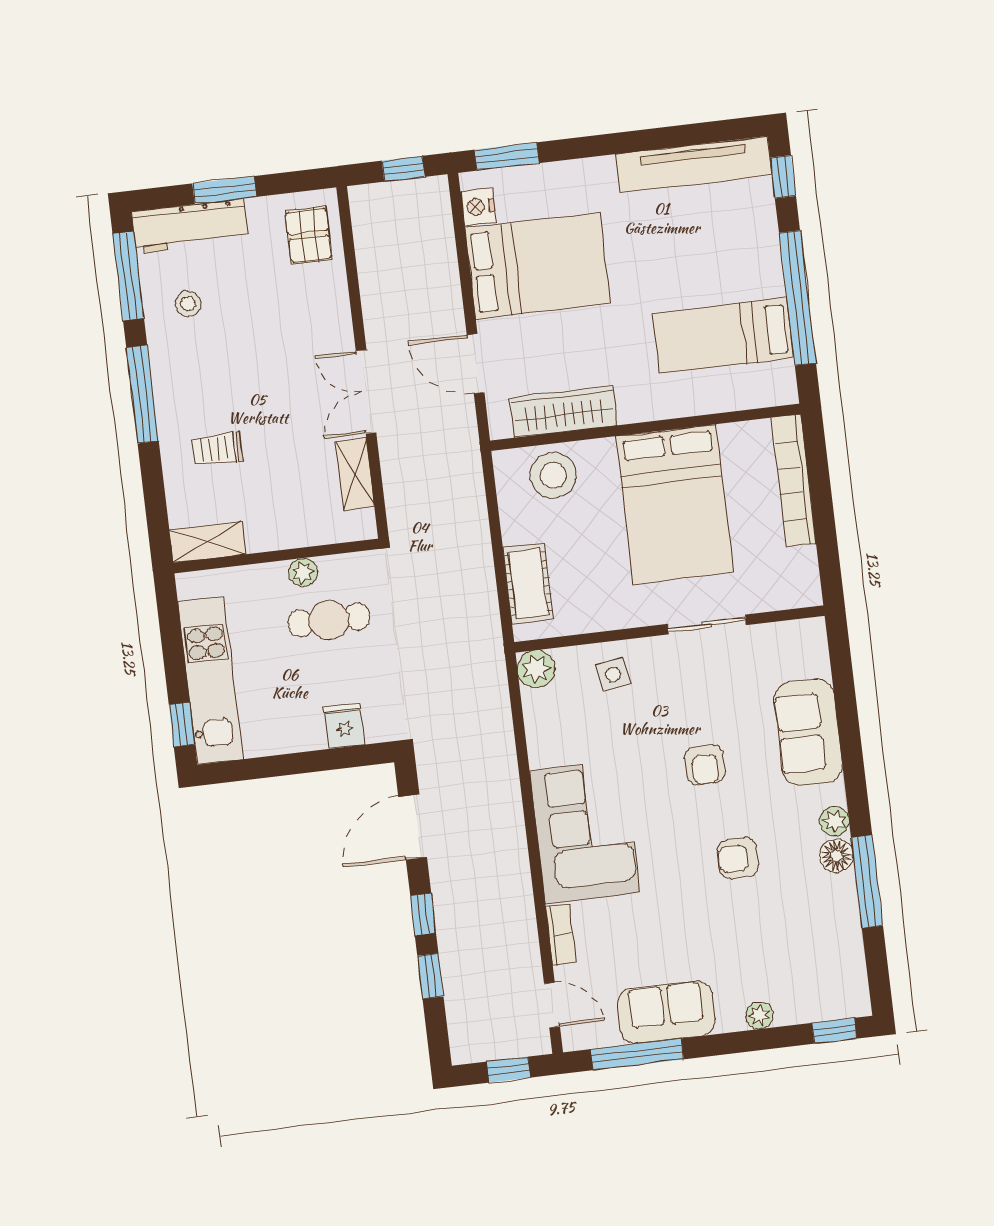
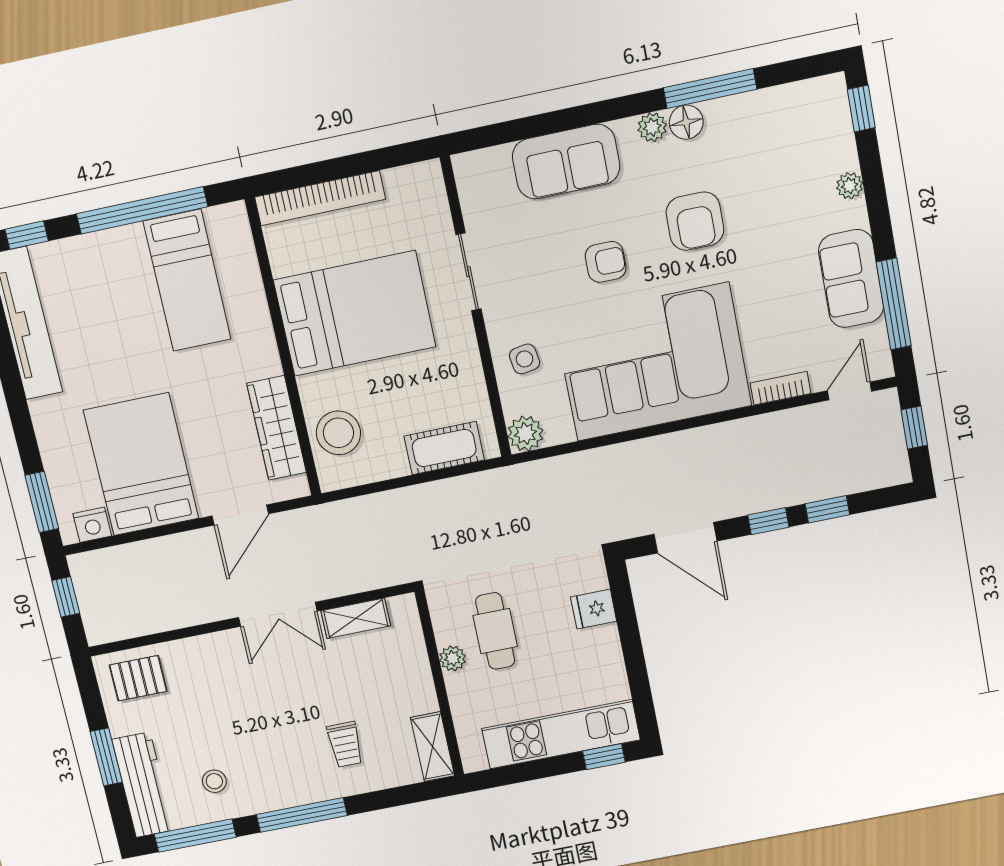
corner sofa: (585, 832) -> (653, 362), width x1.36, depth x1.36
armchair: (738, 858) -> (695, 221), width x1.38, depth x1.38

